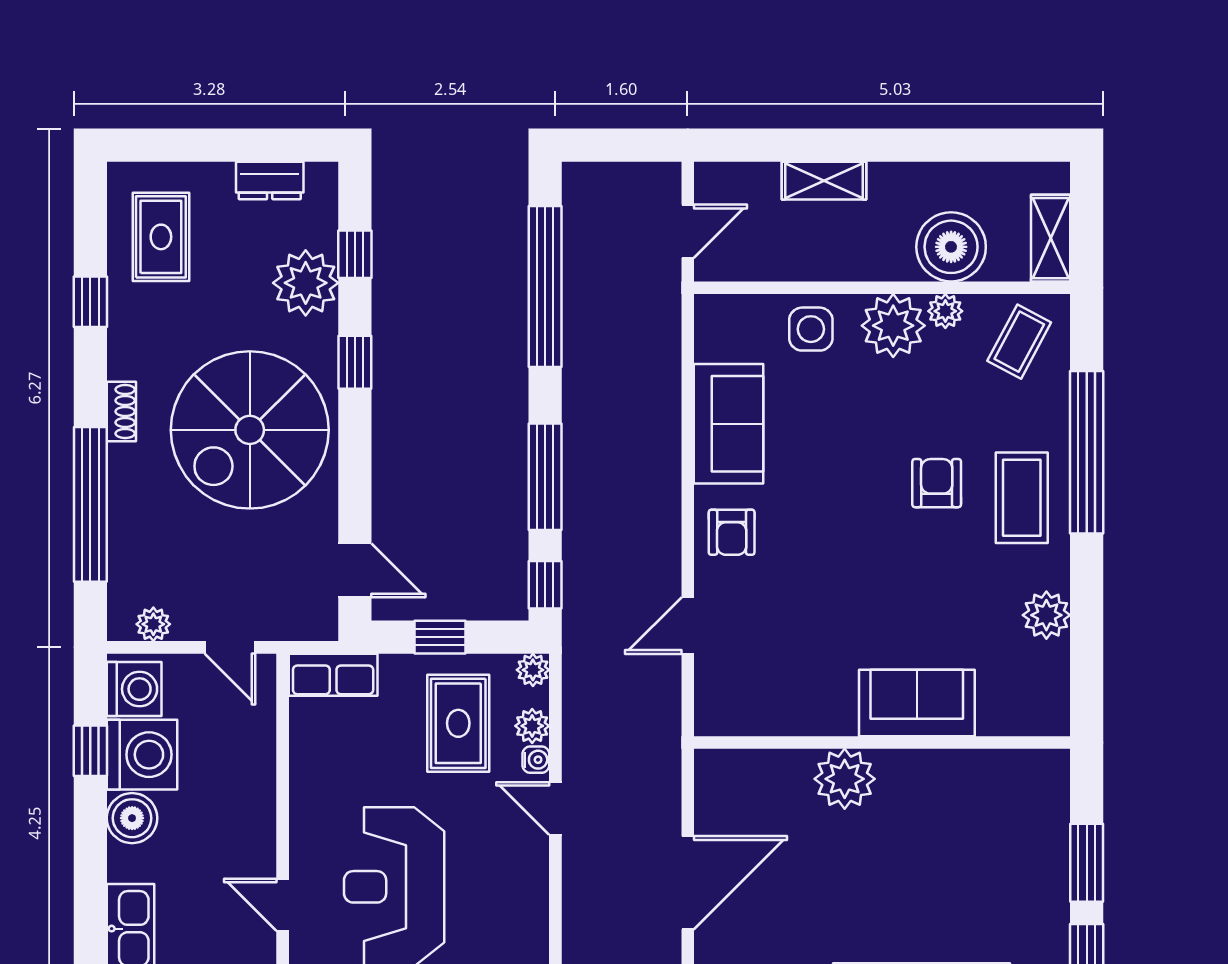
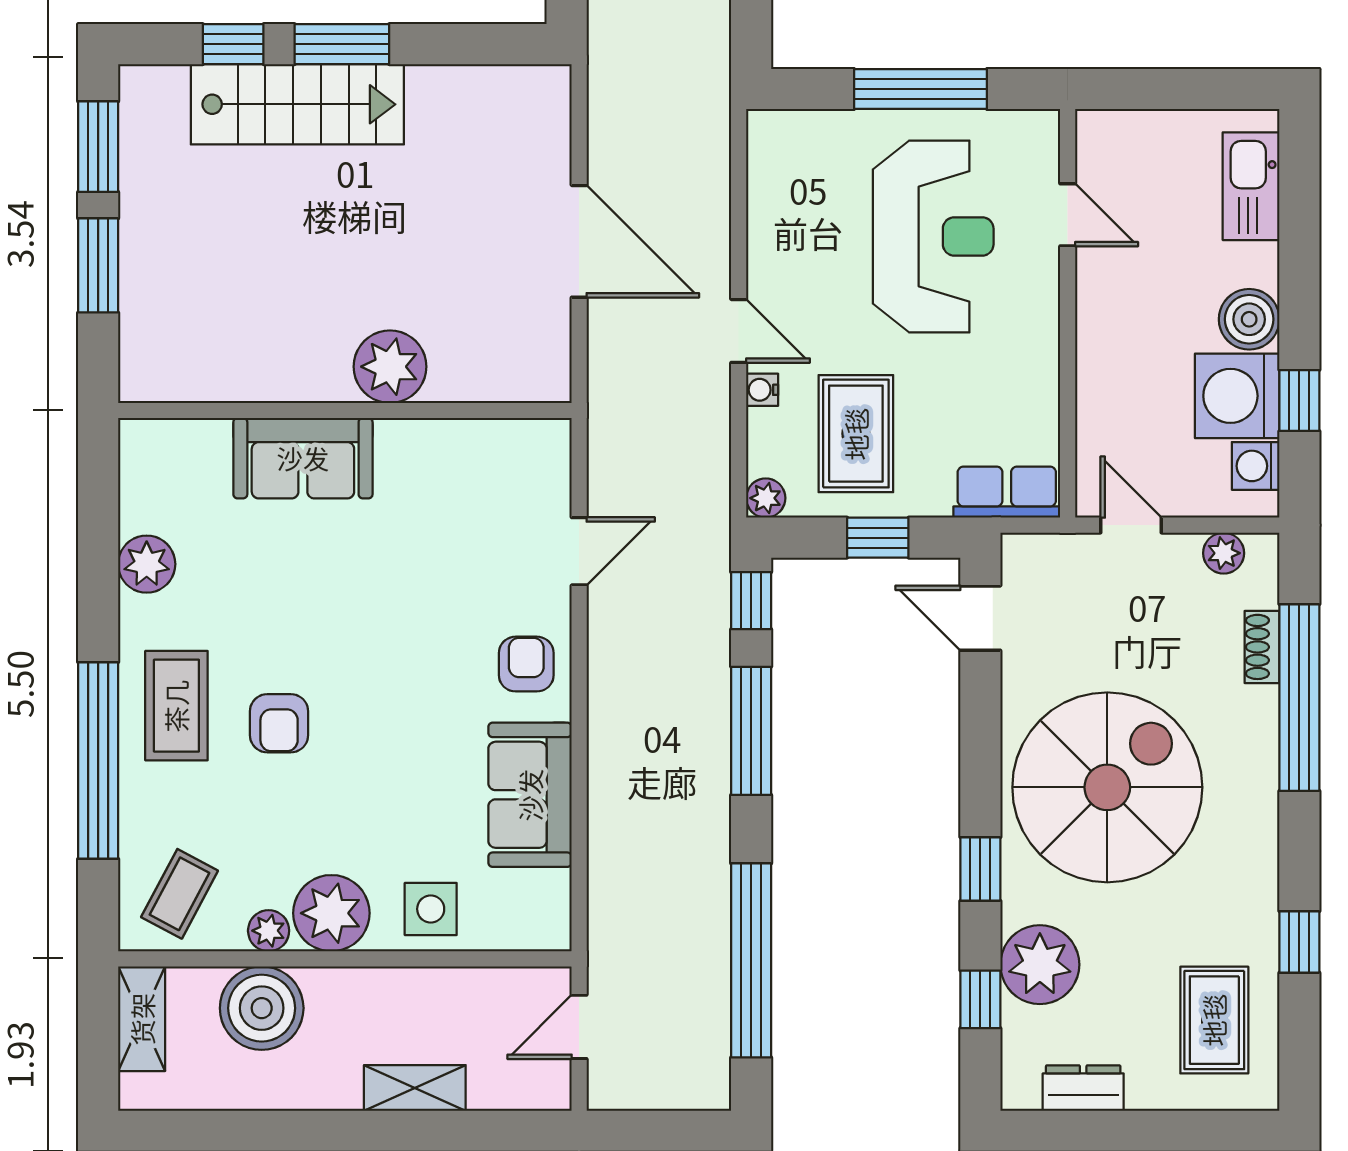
shoe rack: (121, 412) -> (1262, 647), moved
washing machine: (134, 689) -> (1256, 466), width x0.73, depth x0.73
plant: (532, 726) -> (767, 430), removed
door: (688, 883) -> (579, 241), swing flipped

